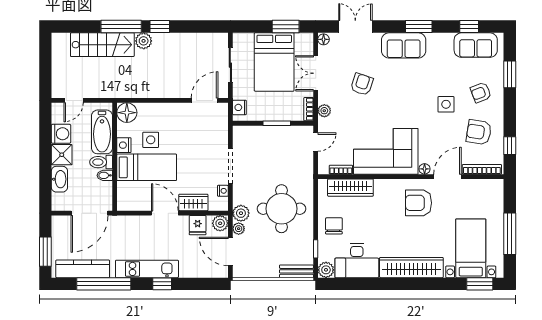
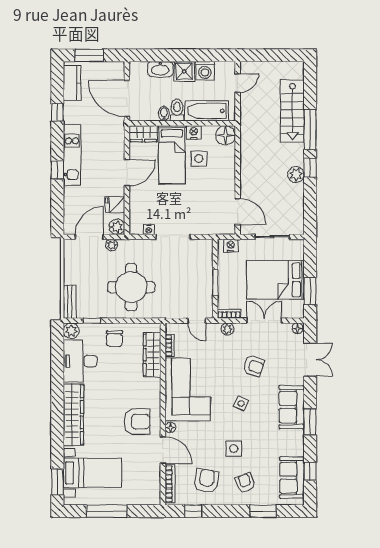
plant: (144, 41) -> (296, 174), moved
side table: (400, 97) -> (241, 403), added
door: (74, 100) -> (238, 83), swing flipped
wardrobe: (193, 202) -> (143, 134), moved, turned 90
armchair: (419, 203) -> (137, 422), turned 90
plant: (241, 213) -> (127, 247), removed
chair: (334, 226) -> (114, 339), turned 90
kitchen counter: (83, 269) -> (72, 83), width x0.67
window: (104, 284) -> (57, 112), width x0.32

